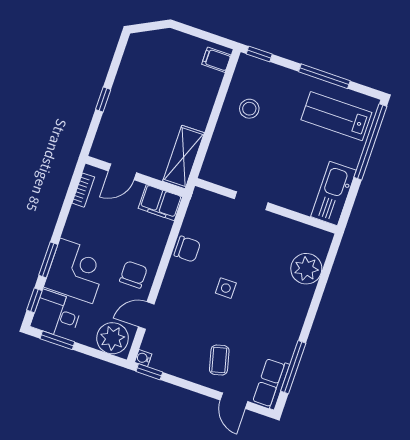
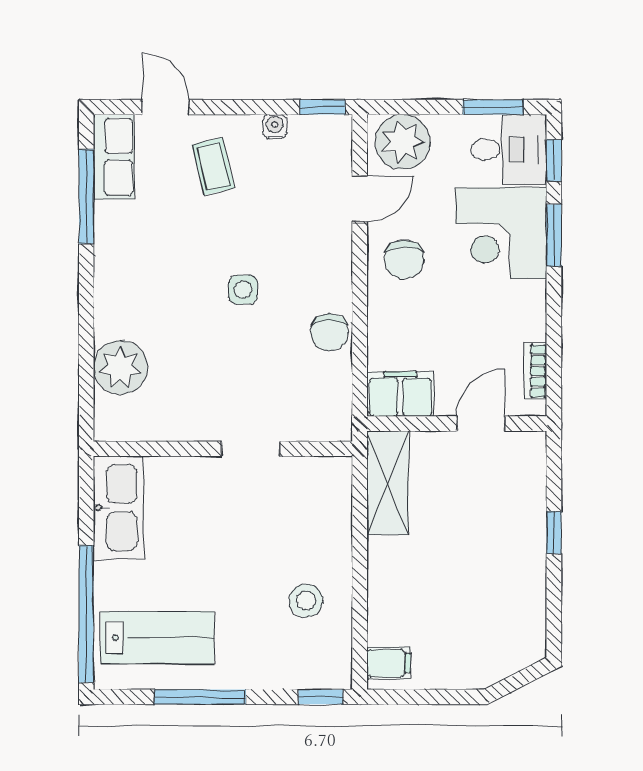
chair: (187, 249) -> (329, 332), turned -90
water cooler: (143, 358) -> (275, 126), moved, turned -90

